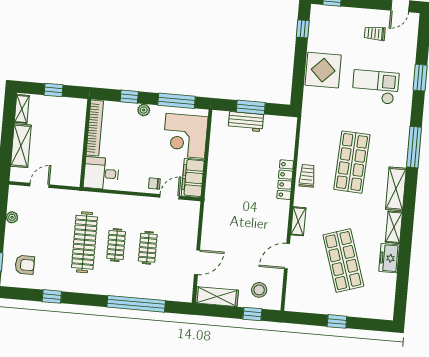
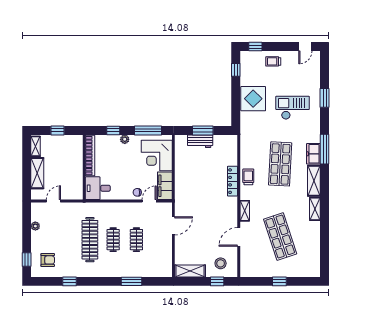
trolley: (375, 33) -> (273, 61), moved
freezer: (389, 258) -> (313, 154), moved
door: (197, 262) -> (173, 226), moved
window: (136, 304) -> (132, 281), width x0.47

